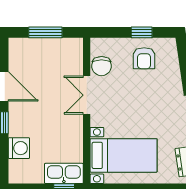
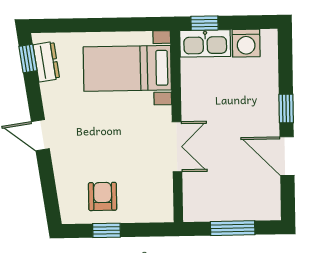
chair: (102, 66) -> (158, 185), removed
washing machine: (19, 148) -> (246, 43), moved, turned -90

